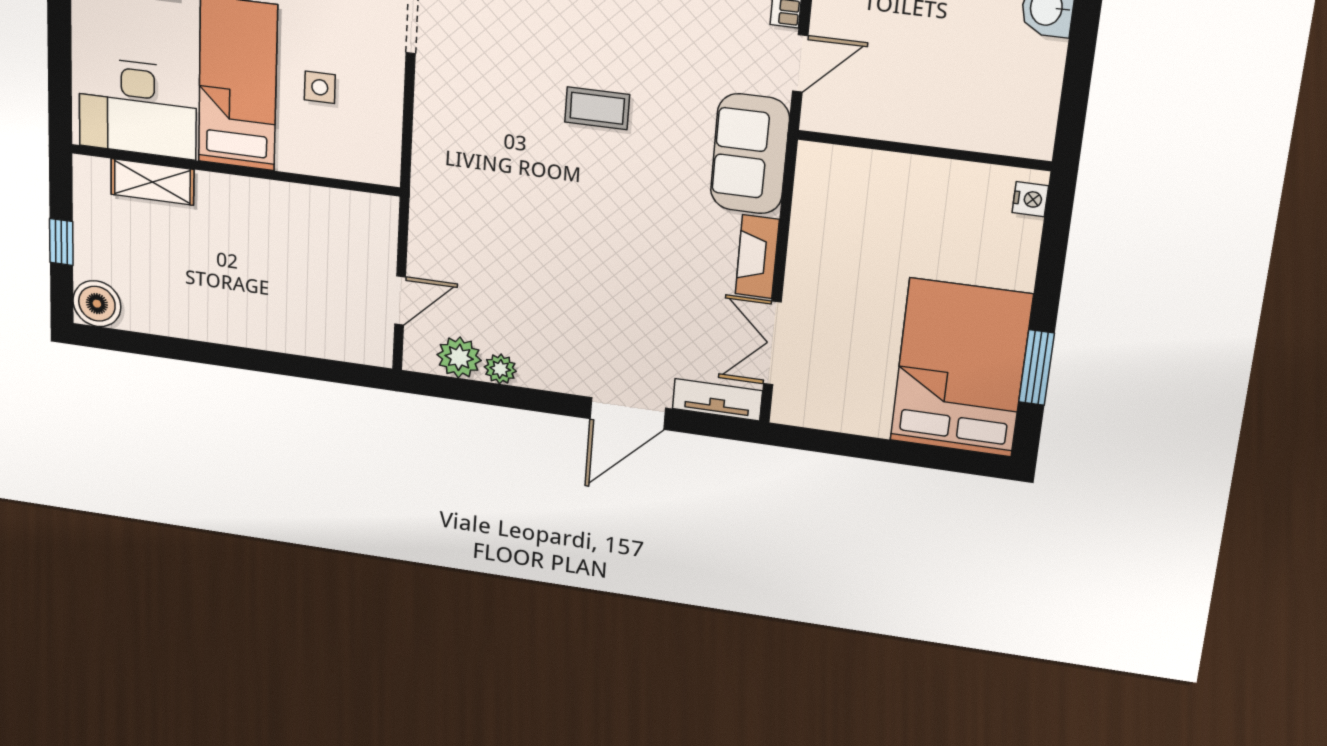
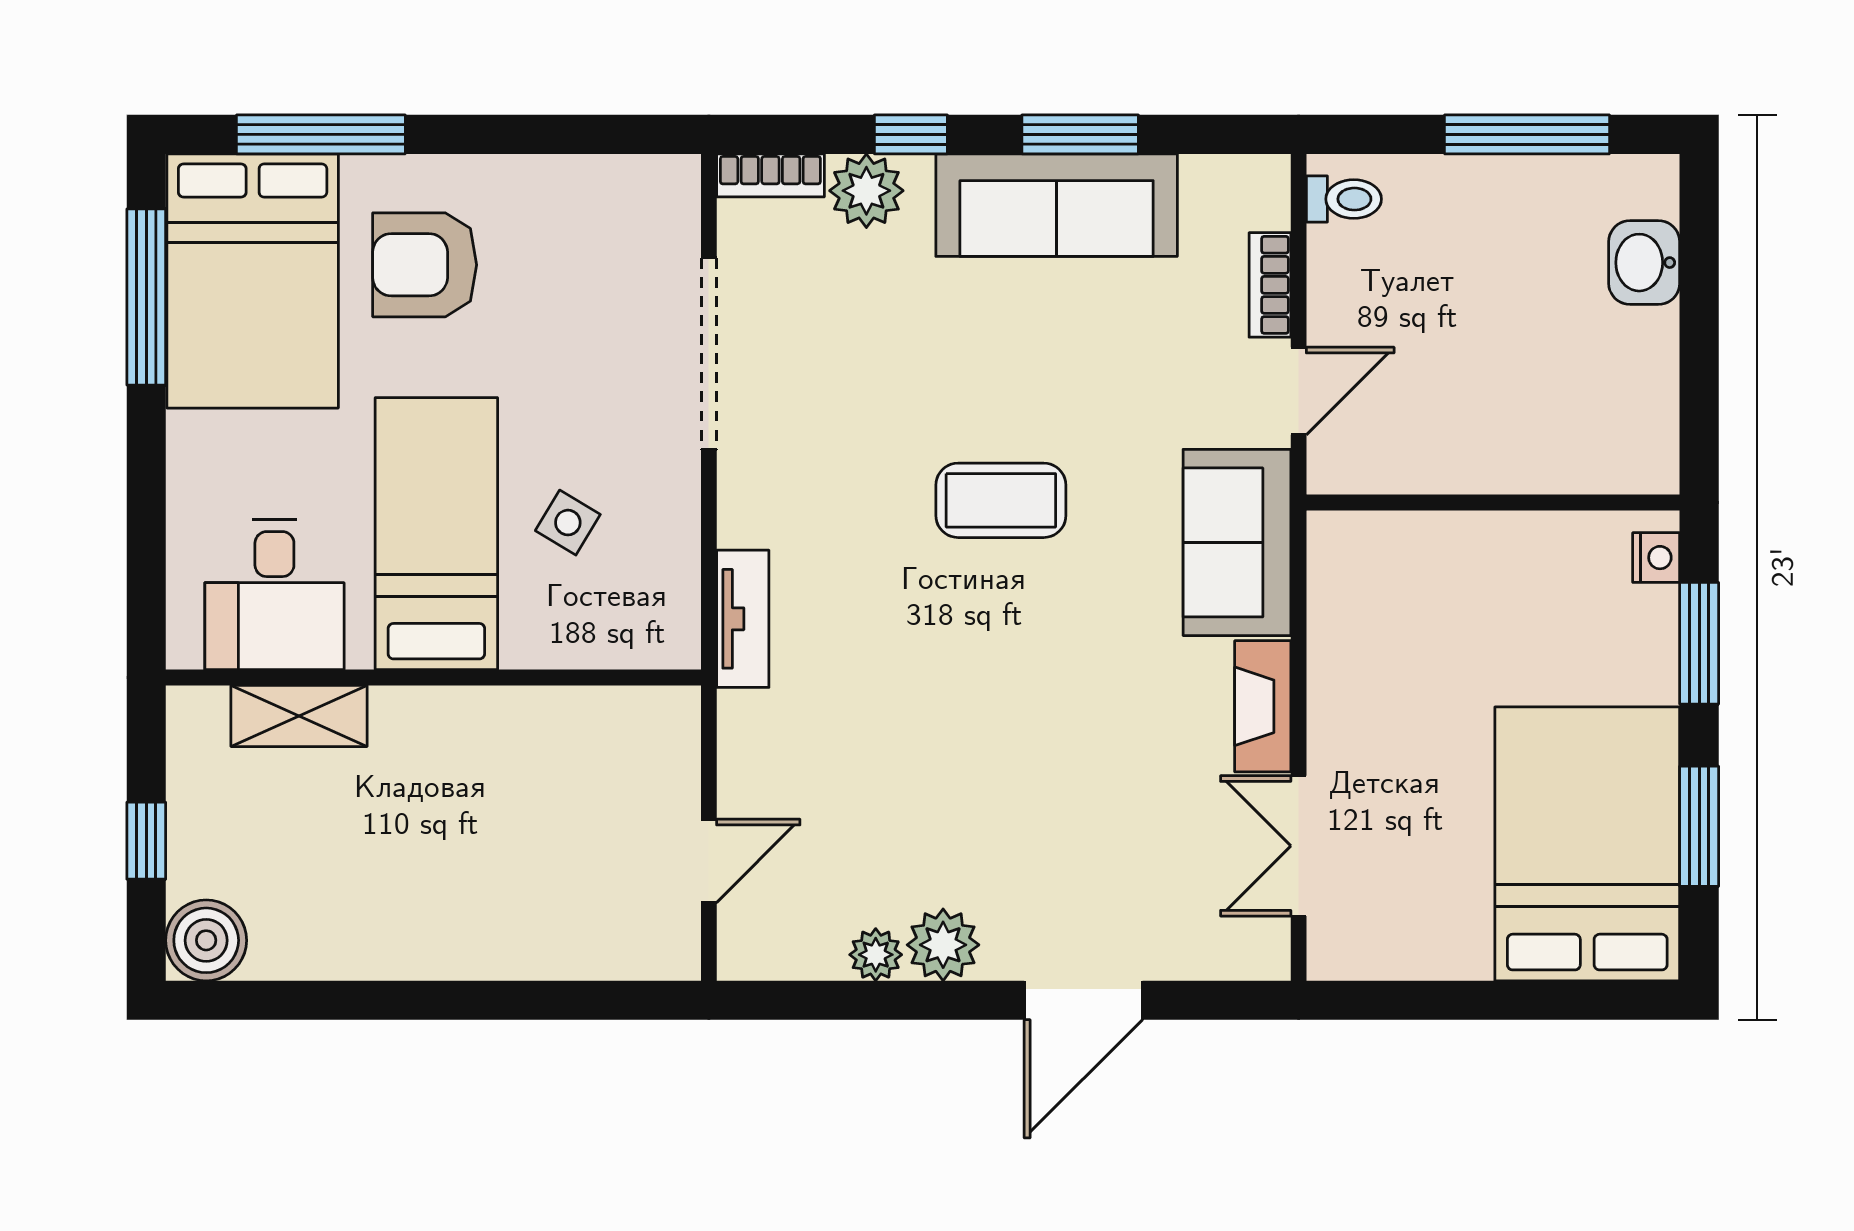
side table: (320, 87) -> (568, 523), turned 31
desk: (138, 108) -> (274, 595), width x0.73
coffee table: (597, 108) -> (1001, 500), width x1.36, depth x1.30
window: (1052, 256) -> (1699, 643), added
plant: (459, 357) -> (943, 945), moved
tv unit: (717, 400) -> (743, 619), moved, turned 90

